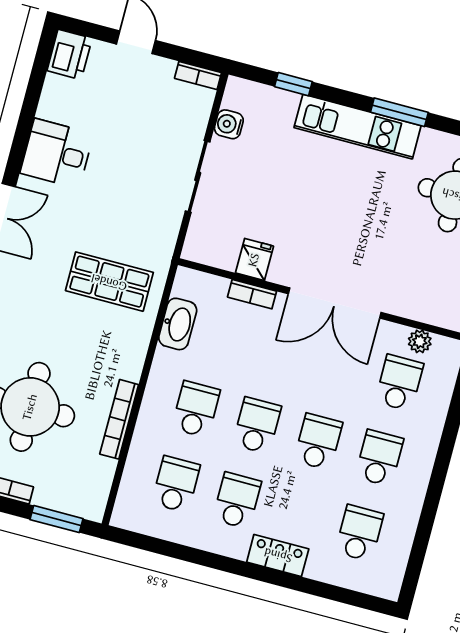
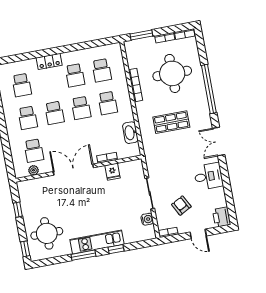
window: (293, 84) -> (116, 249), moved
armchair: (143, 119) -> (181, 206), added
shop shelf: (109, 282) -> (171, 122), moved

